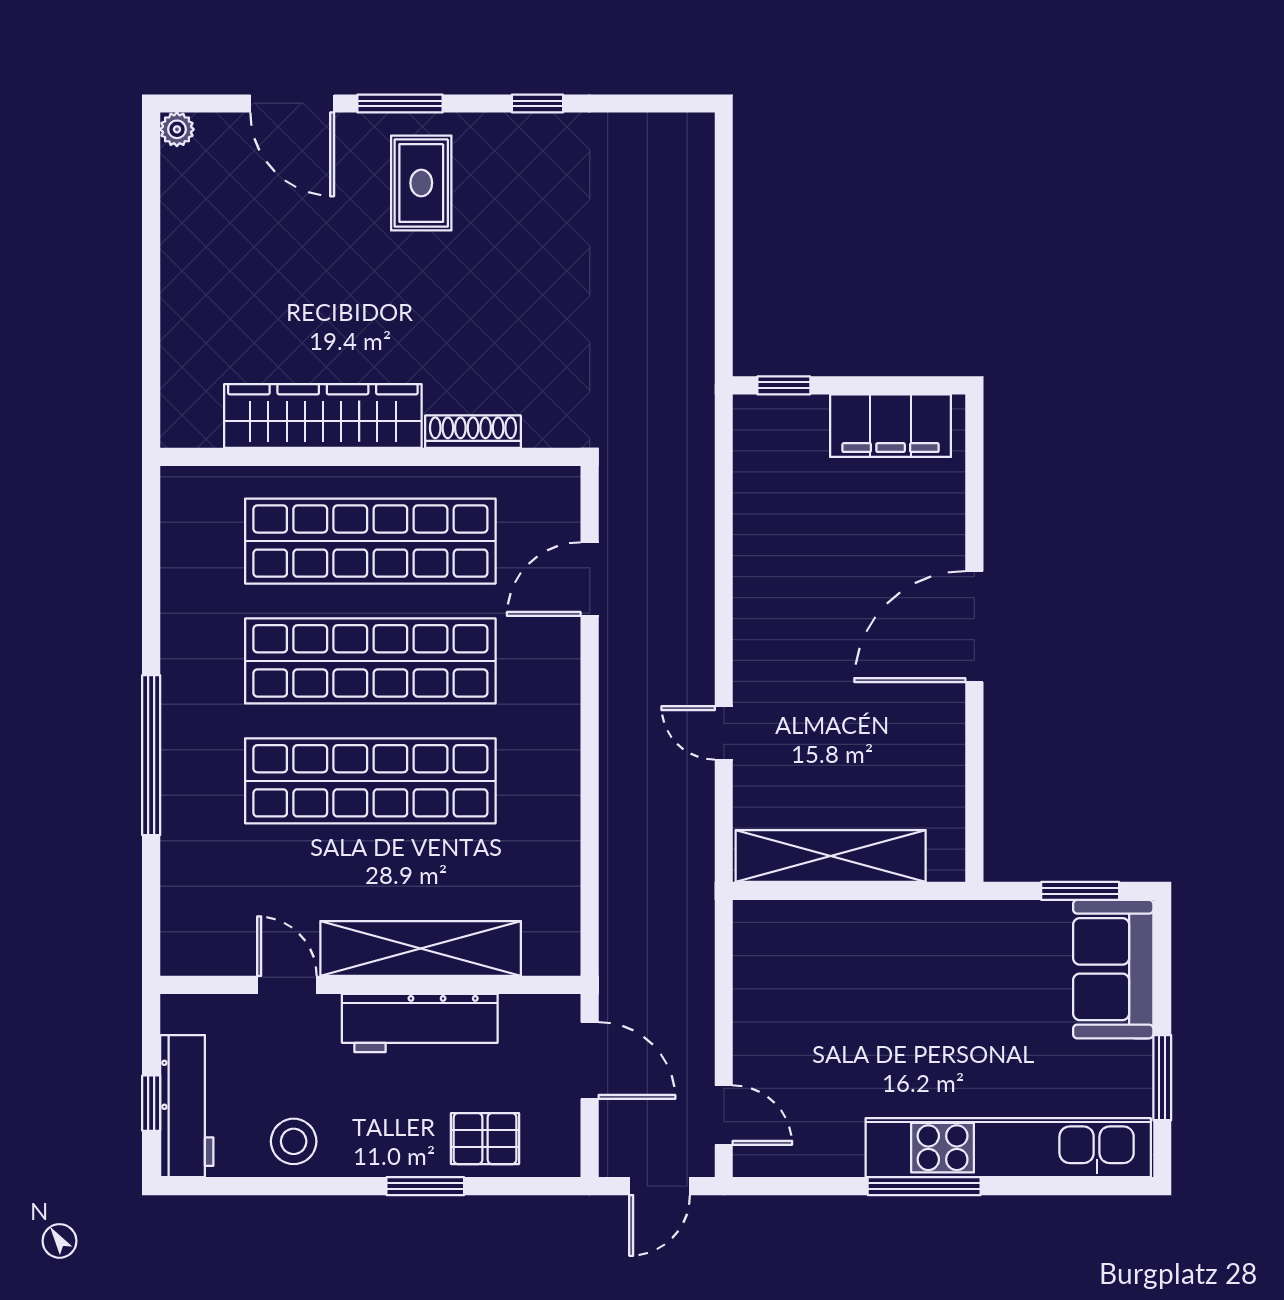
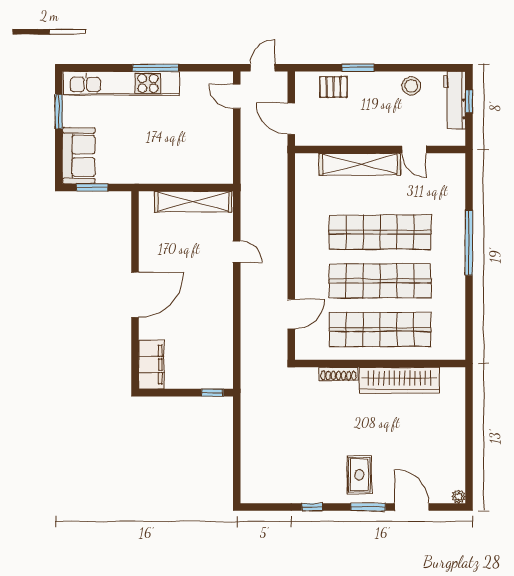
filing cabinet: (891, 426) -> (151, 364), moved, turned 90
workbench: (420, 1023) -> (360, 134), removed

